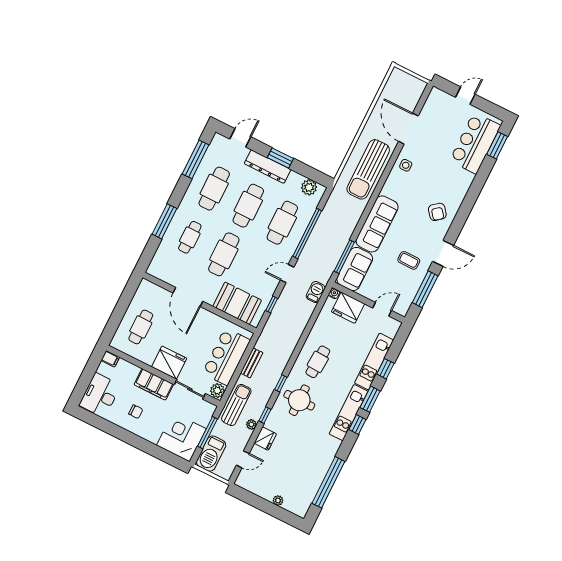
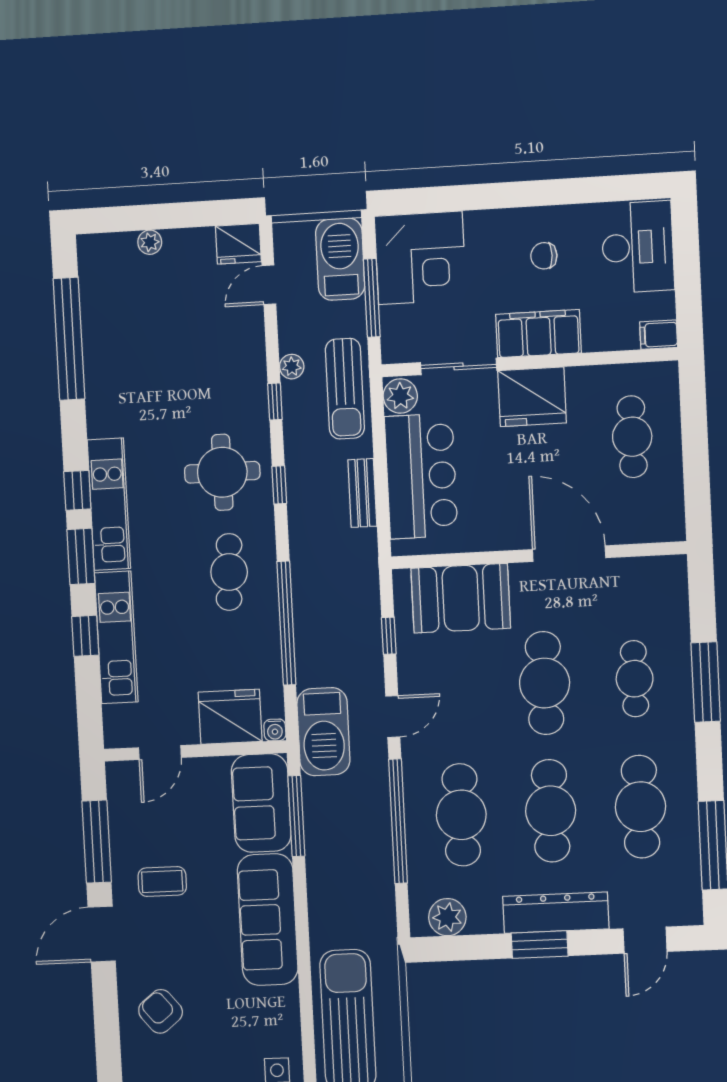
barbecue: (316, 292) -> (323, 732), width x1.88, depth x1.53
window: (307, 331) -> (286, 623), added
fridge: (265, 439) -> (238, 244), moved, turned -90

